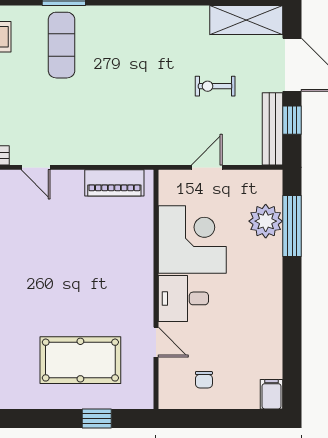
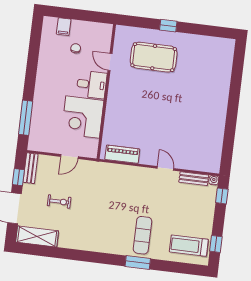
bench: (272, 129) -> (31, 168), width x0.73
plant: (266, 221) -> (40, 122), removed
chair: (204, 380) -> (76, 48), moved
filing cabinet: (271, 394) -> (64, 27), moved
window: (97, 418) -> (168, 26), moved

